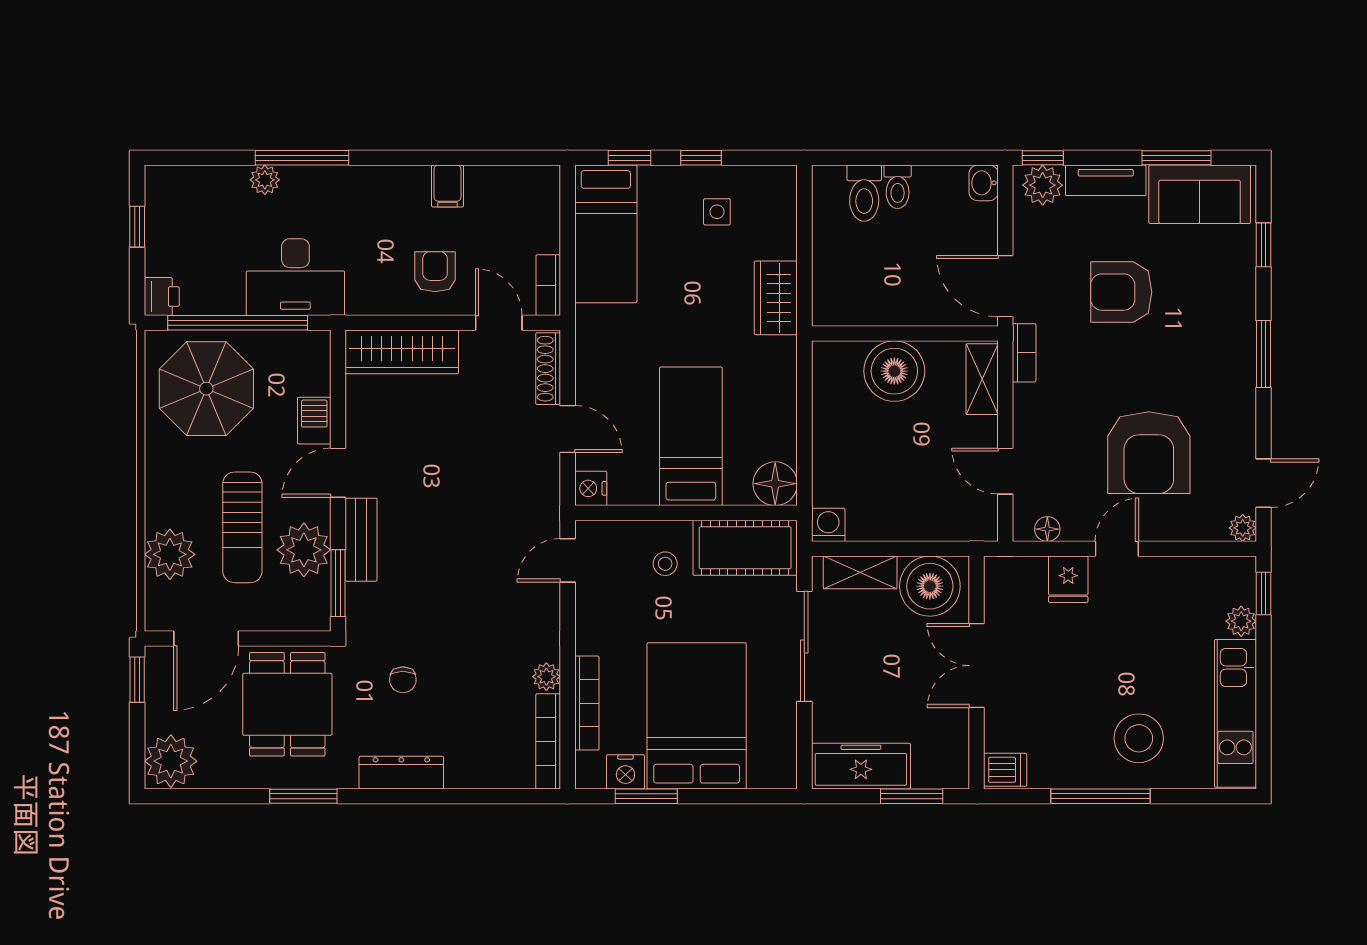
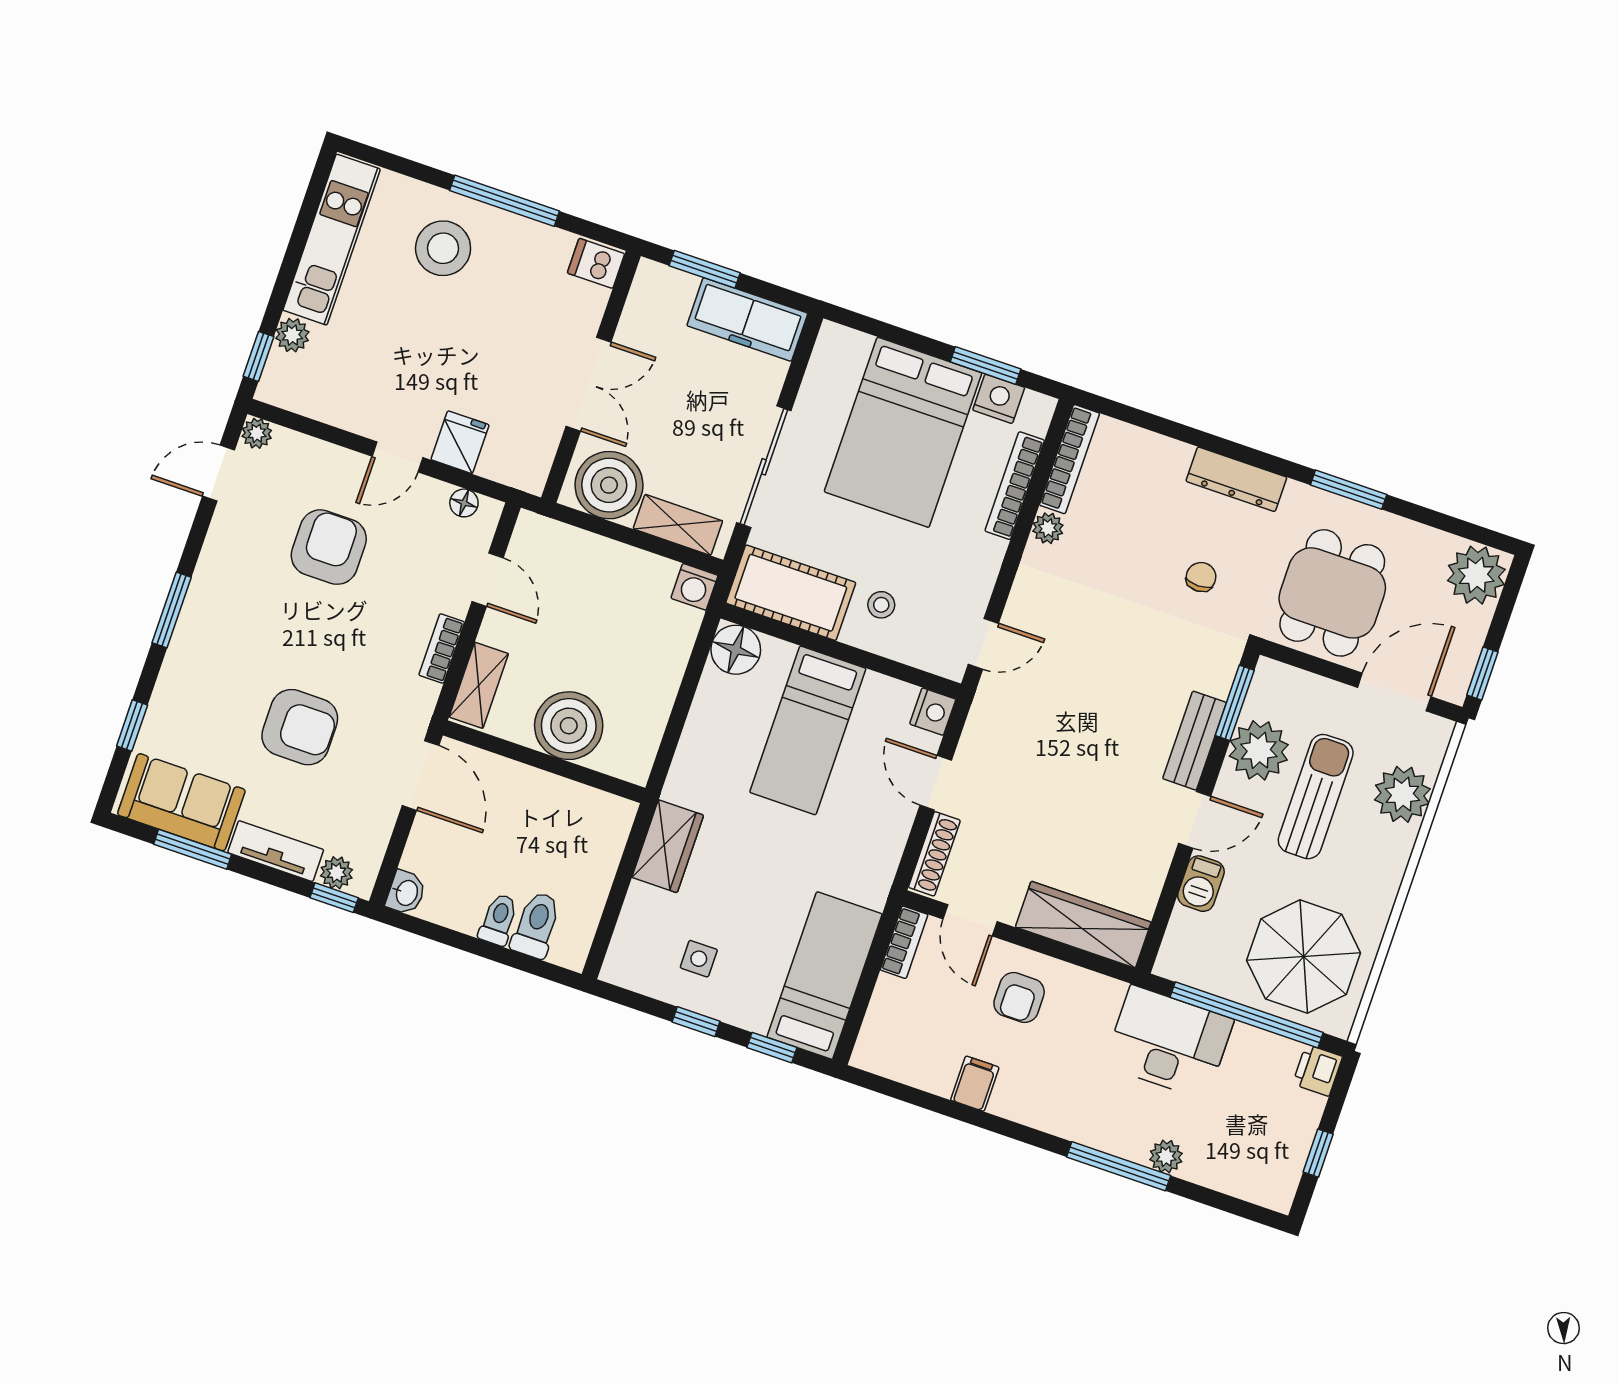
plant: (1043, 185) -> (337, 873), width x0.73, depth x0.73
bookcase: (1024, 353) -> (442, 648), moved
armchair: (1149, 453) -> (329, 547), width x0.73, depth x0.73

